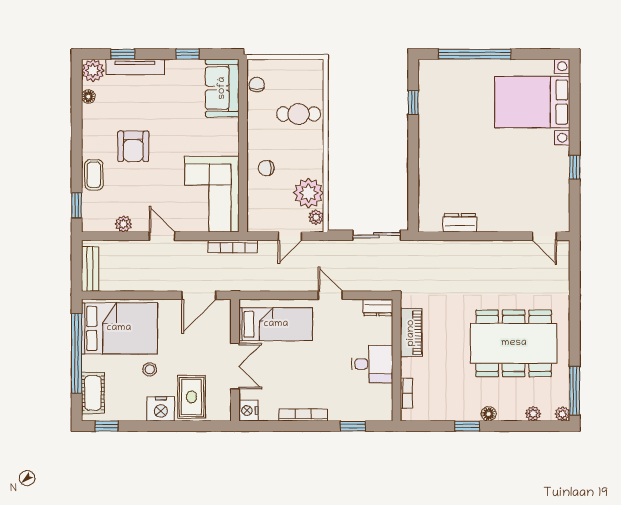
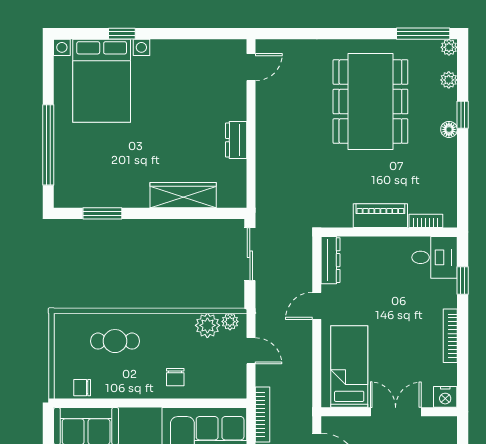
window: (413, 103) -> (102, 213), width x1.50
cafe table: (299, 114) -> (115, 341), turned 90
window: (575, 167) -> (122, 34), moved
wardrobe: (430, 175) -> (183, 195), added
plant: (309, 193) -> (207, 325), width x0.73, depth x0.73
dresser: (460, 223) -> (236, 140), moved
dresser: (378, 308) -> (330, 260), width x1.44
piano: (411, 333) -> (380, 216), moved
desk: (372, 364) -> (435, 257), moved, turned 90
window: (467, 426) -> (463, 115), moved

